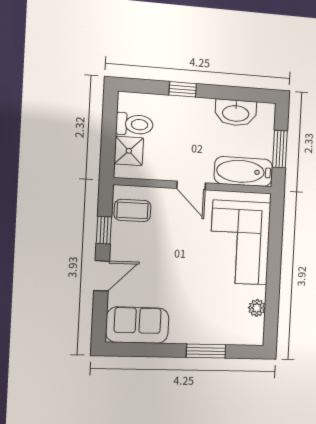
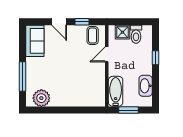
door: (191, 186) -> (107, 54), moved
corner sofa: (240, 243) -> (79, 91), removed
plant: (257, 308) -> (41, 98), width x1.88, depth x1.88
window: (206, 351) -> (22, 77), width x1.44

